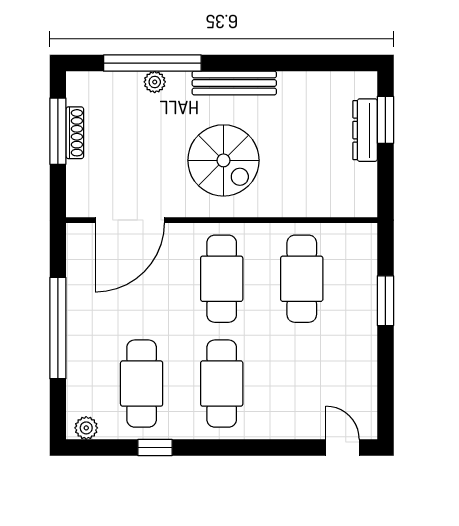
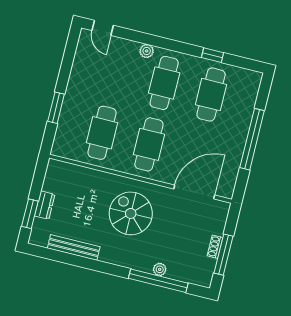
bench: (234, 83) -> (74, 247), moved
dresser: (365, 130) -> (45, 205), width x0.70
shoe rack: (75, 133) -> (215, 247), width x0.70
plant: (86, 428) -> (147, 51), moved

